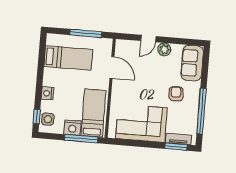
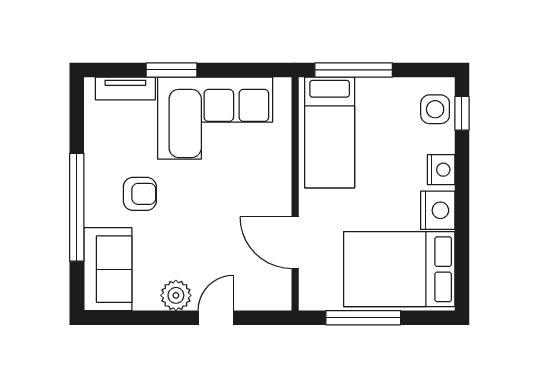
bed: (68, 58) -> (399, 269), width x1.50
armchair: (176, 94) -> (140, 194), turned -86
window: (201, 111) -> (77, 207), moved
nightstand: (72, 128) -> (438, 210), moved, turned 90
window: (176, 147) -> (172, 70), moved

